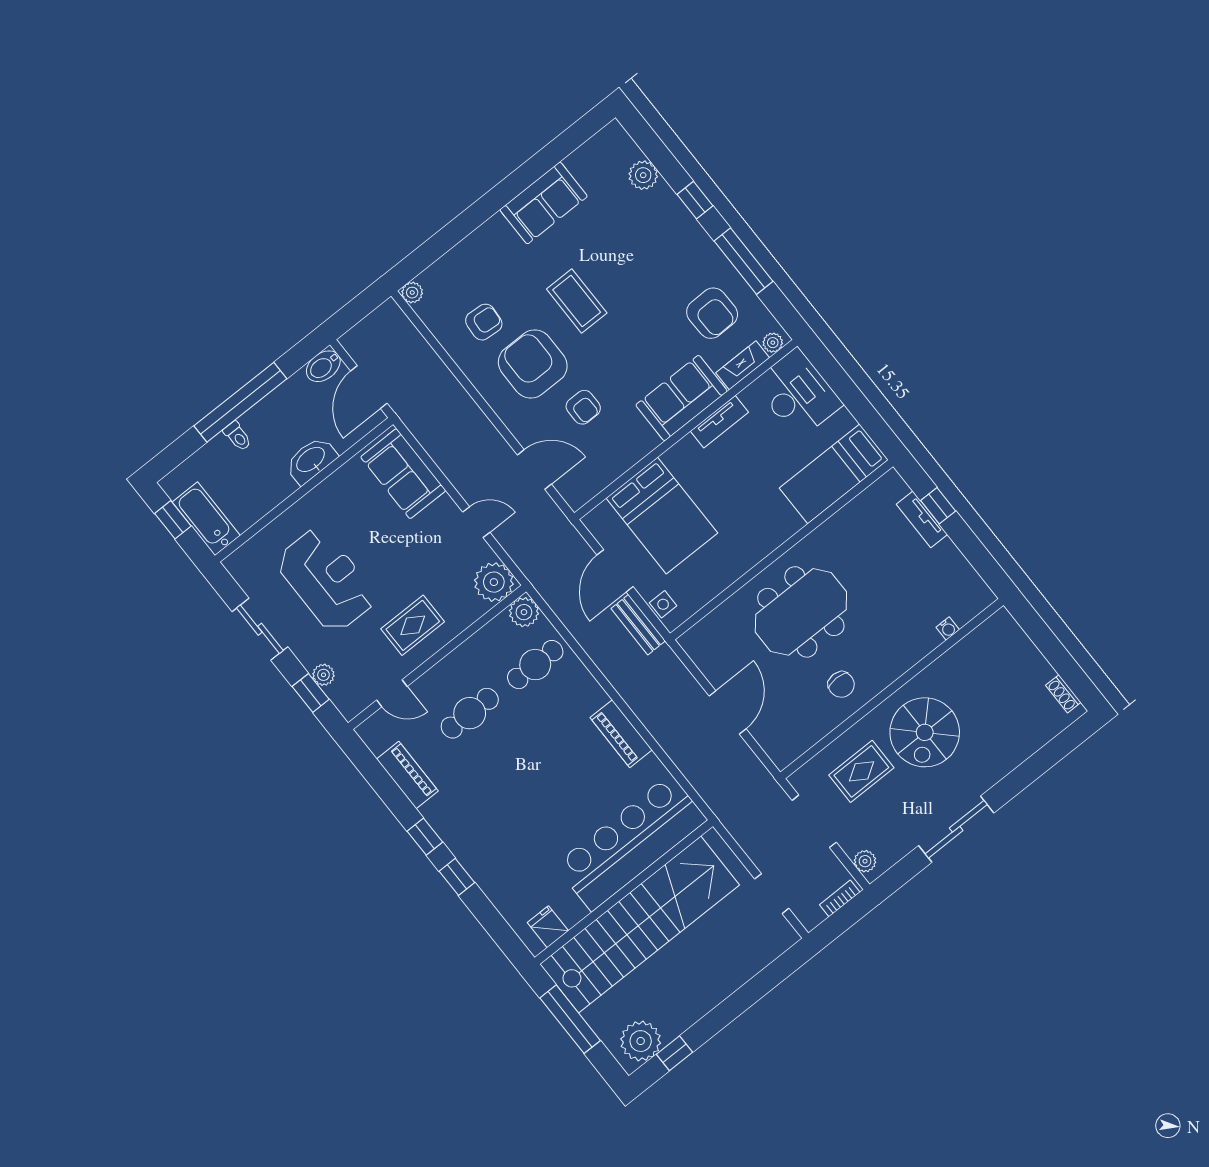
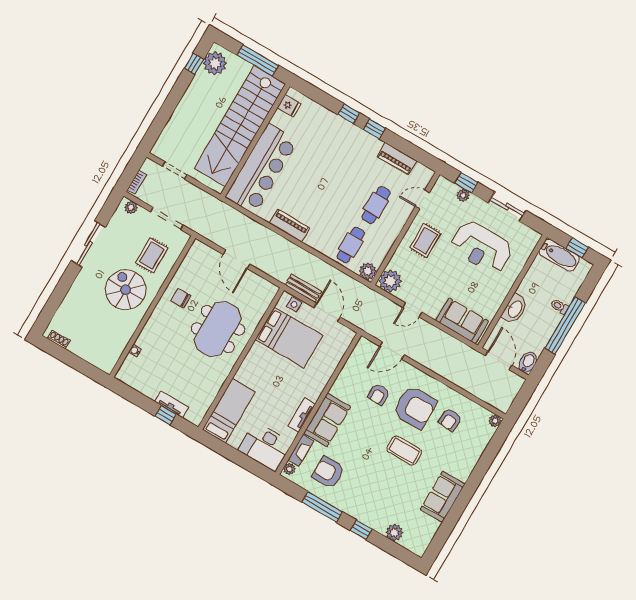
armchair: (583, 407) -> (378, 394), turned -90
bed: (662, 516) -> (289, 338), moved, turned 180

